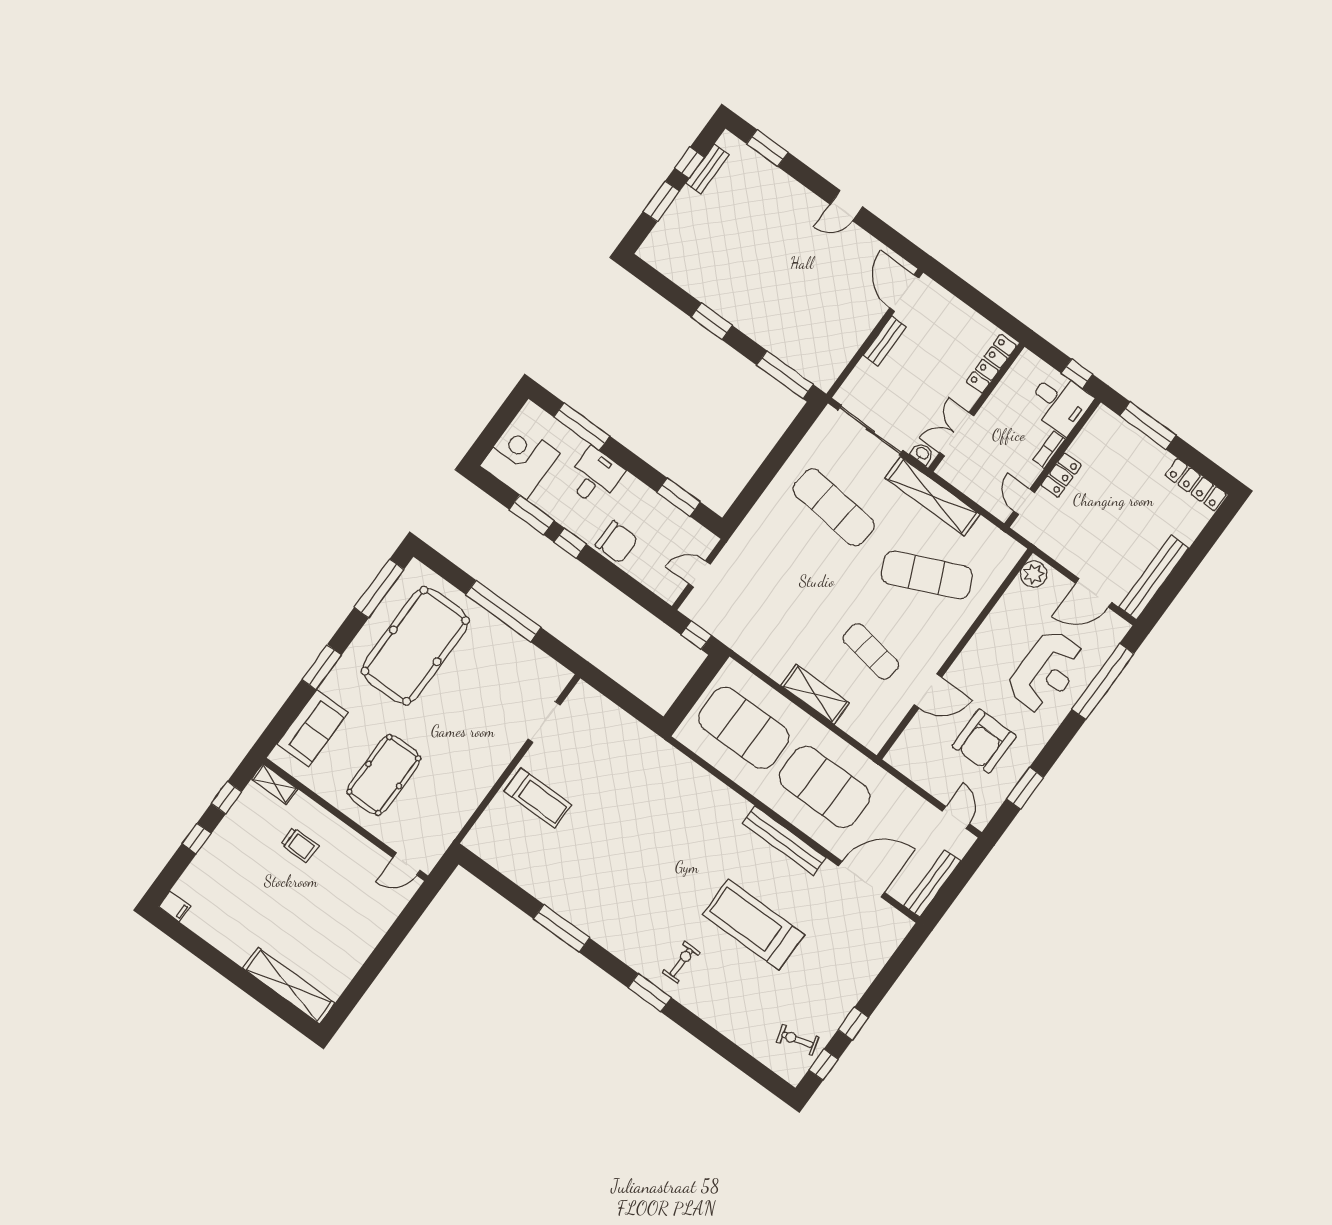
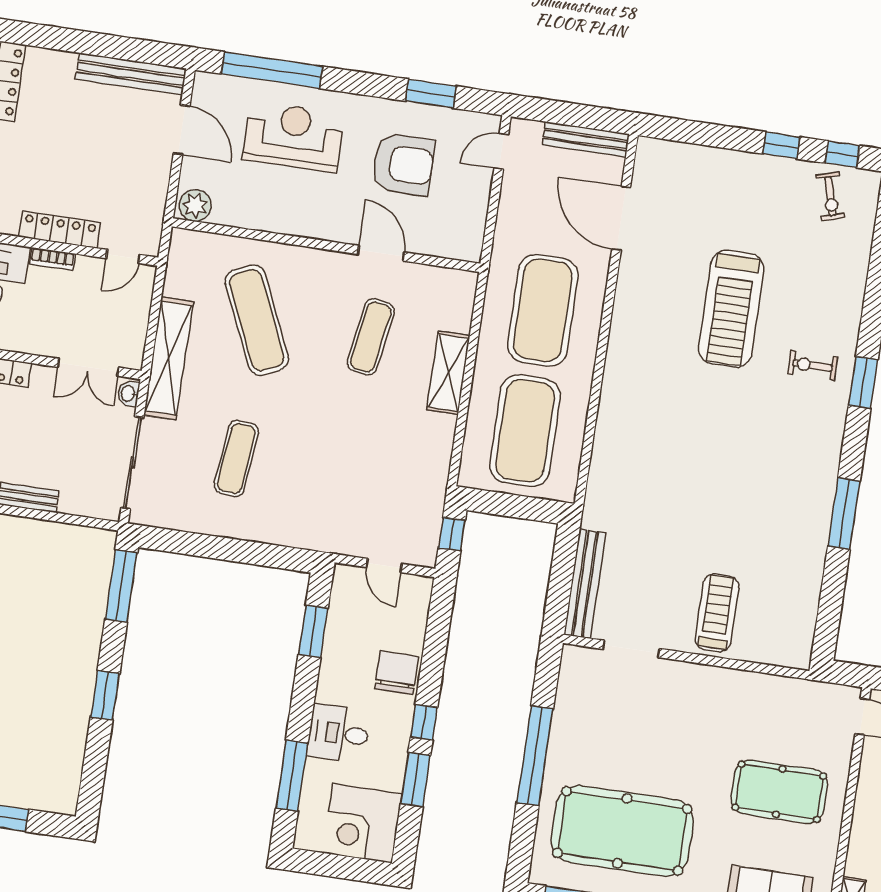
locker: (1061, 475) -> (60, 230), width x1.53
exercise mat: (834, 507) -> (236, 458), width x0.73, depth x0.69
bench: (784, 840) -> (585, 584), moved

